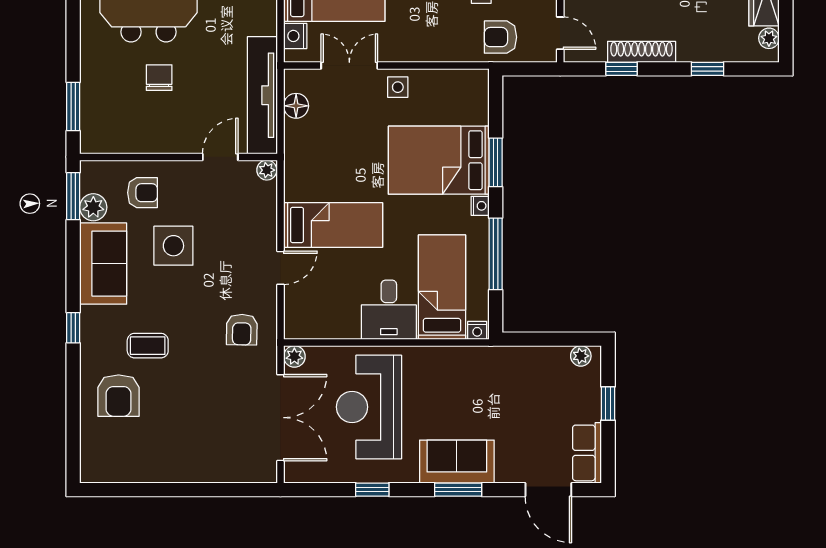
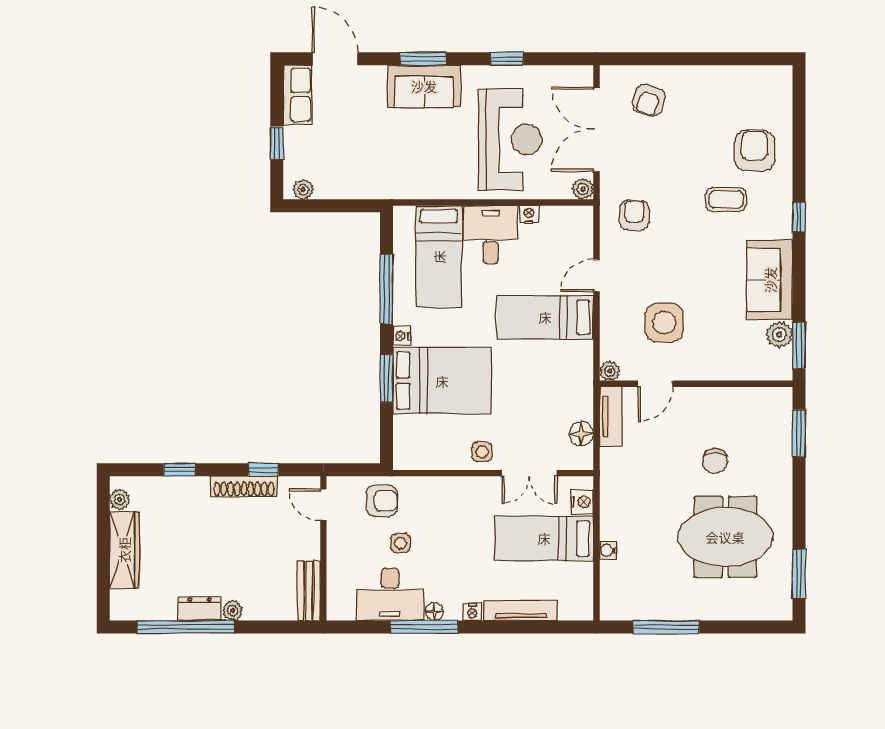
tv unit: (262, 95) -> (611, 417), width x0.52, depth x0.78
armchair: (143, 193) -> (649, 100), moved, turned -71
side table: (173, 246) -> (664, 323), moved
nightstand: (477, 330) -> (529, 214), moved

